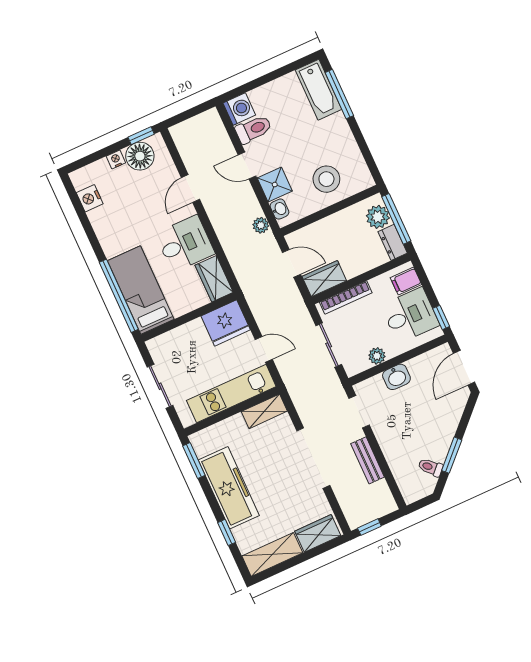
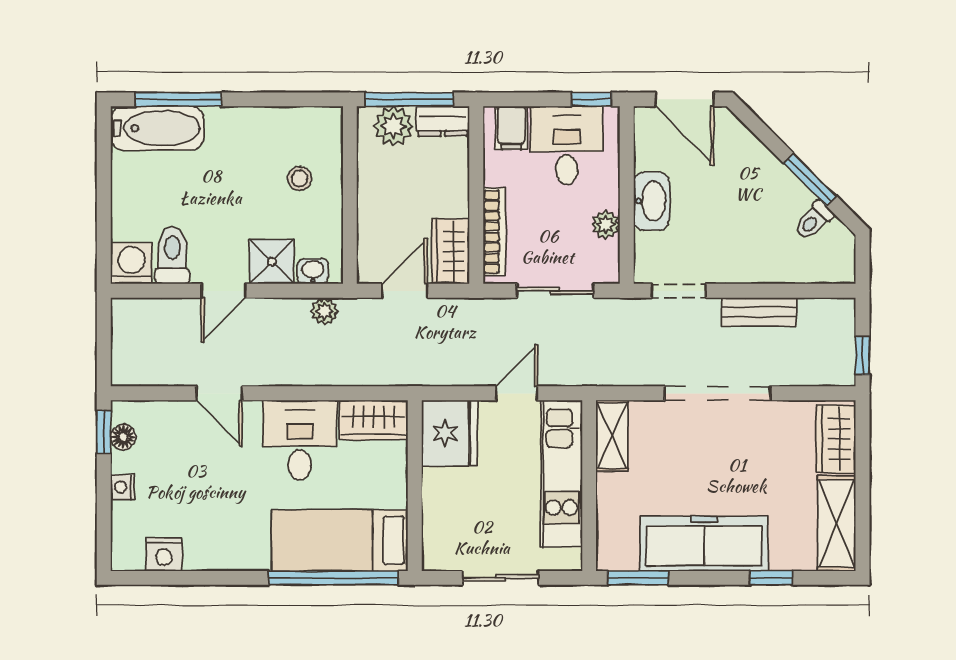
floor lamp: (140, 156) -> (123, 437), width x0.53, depth x0.53
stool: (326, 179) -> (300, 178), width x0.53, depth x0.53
washbasin: (396, 377) -> (651, 201), width x1.38

